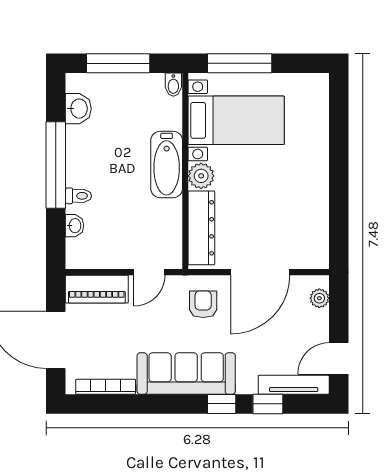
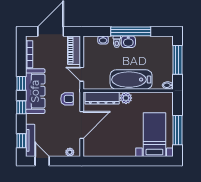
window: (240, 63) -> (177, 130), moved
washbasin: (78, 109) -> (128, 42), moved
bed with nightstands: (236, 120) -> (154, 135), moved, turned 180
bathtub: (167, 165) -> (131, 80), width x1.36, depth x1.36
door: (260, 272) -> (82, 125), swing flipped
window: (169, 404) -> (21, 83), added
window: (268, 404) -> (21, 141), moved

